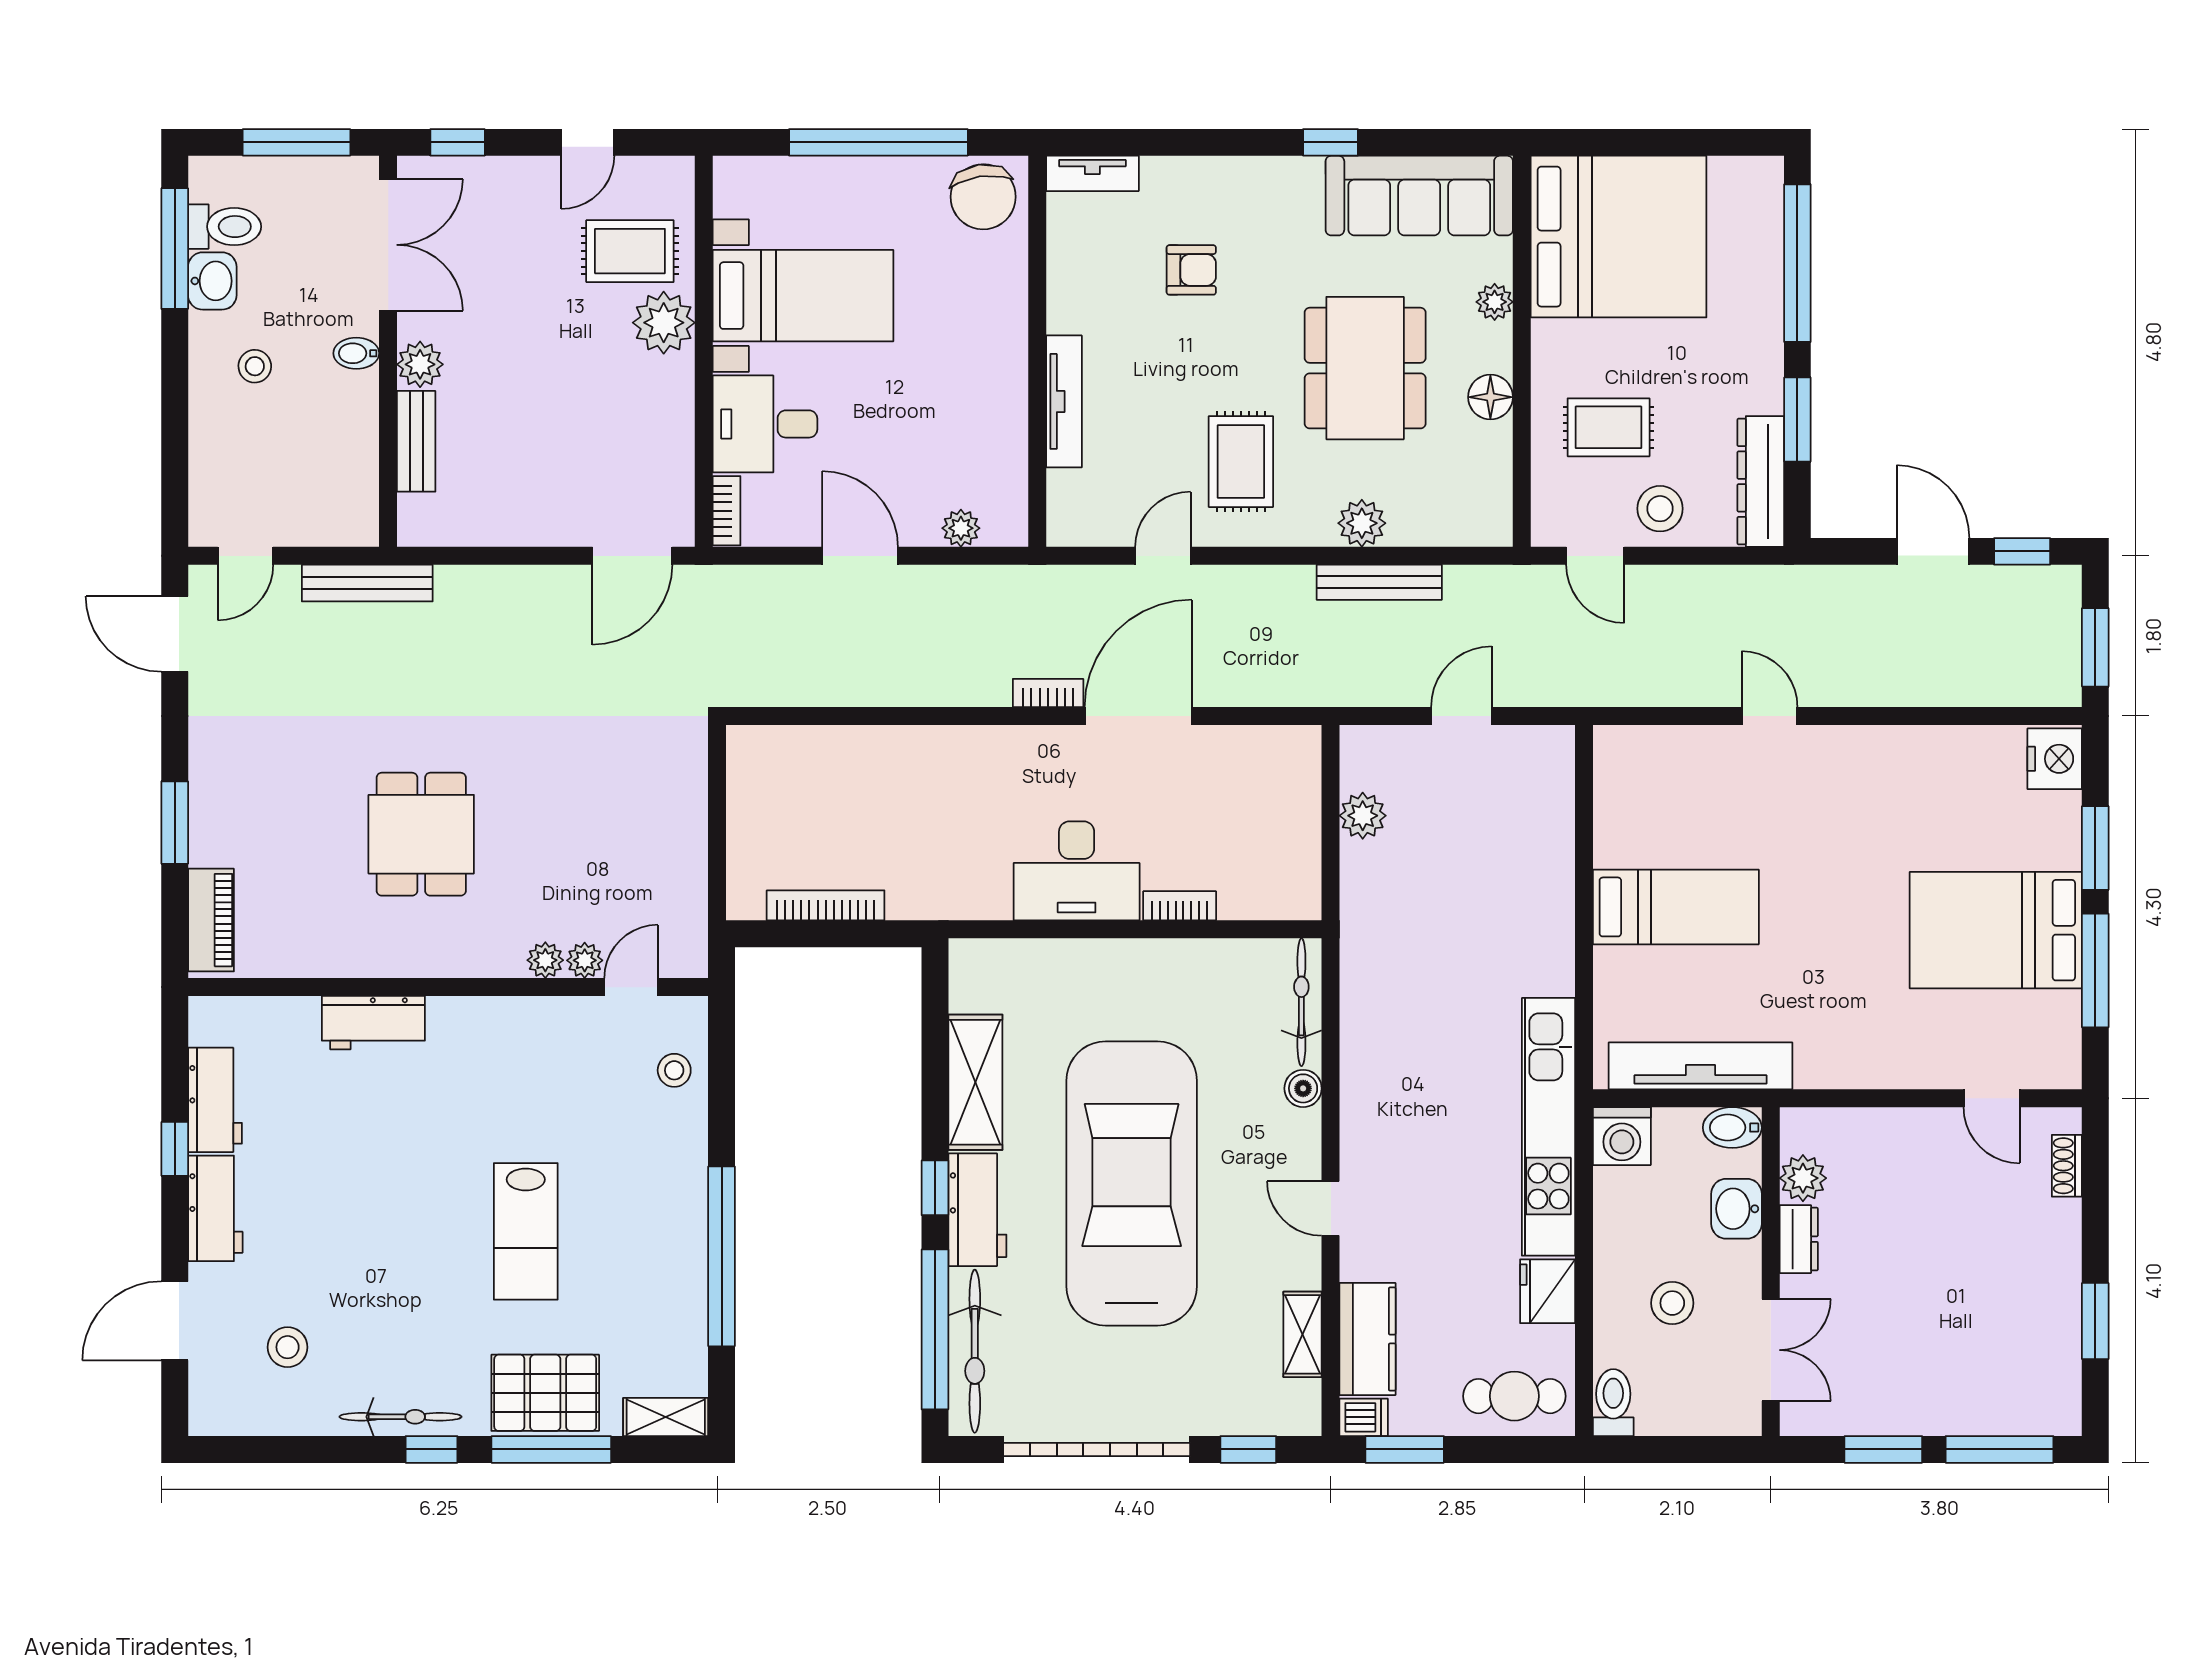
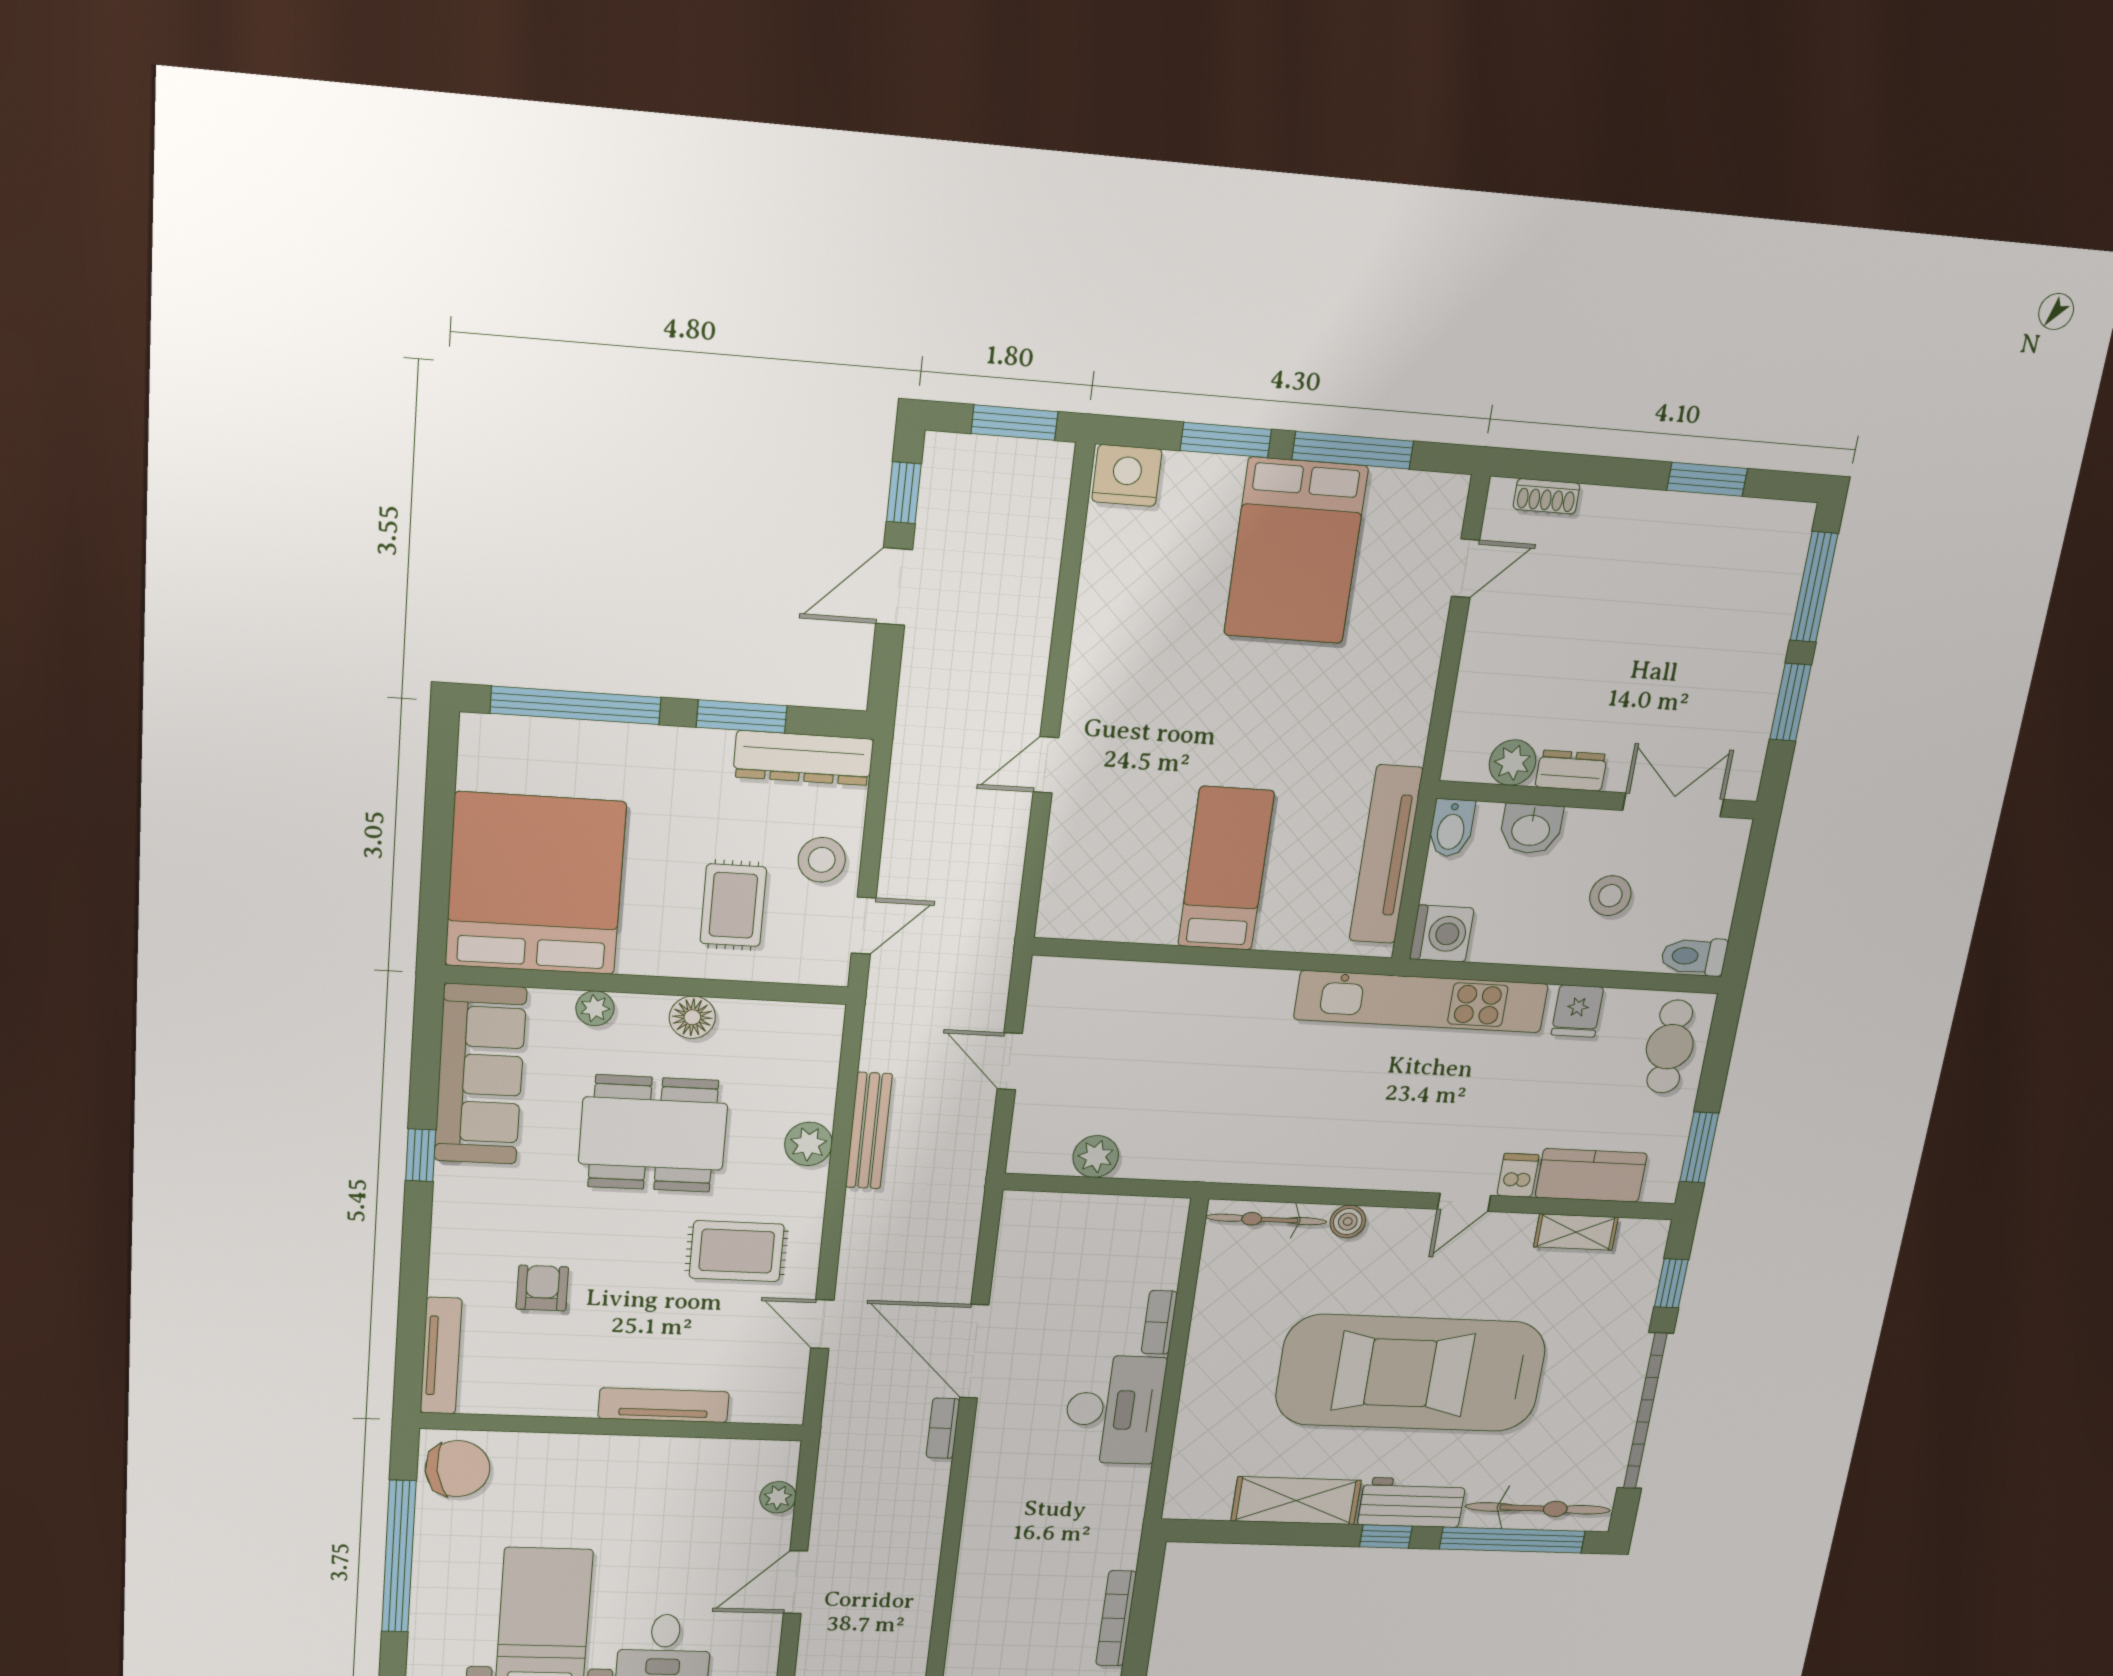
tv unit: (1092, 173) -> (441, 1356), width x1.41
fridge: (1548, 1291) -> (1577, 1011), width x0.72
dishwasher: (1364, 1417) -> (1518, 1175), moved

